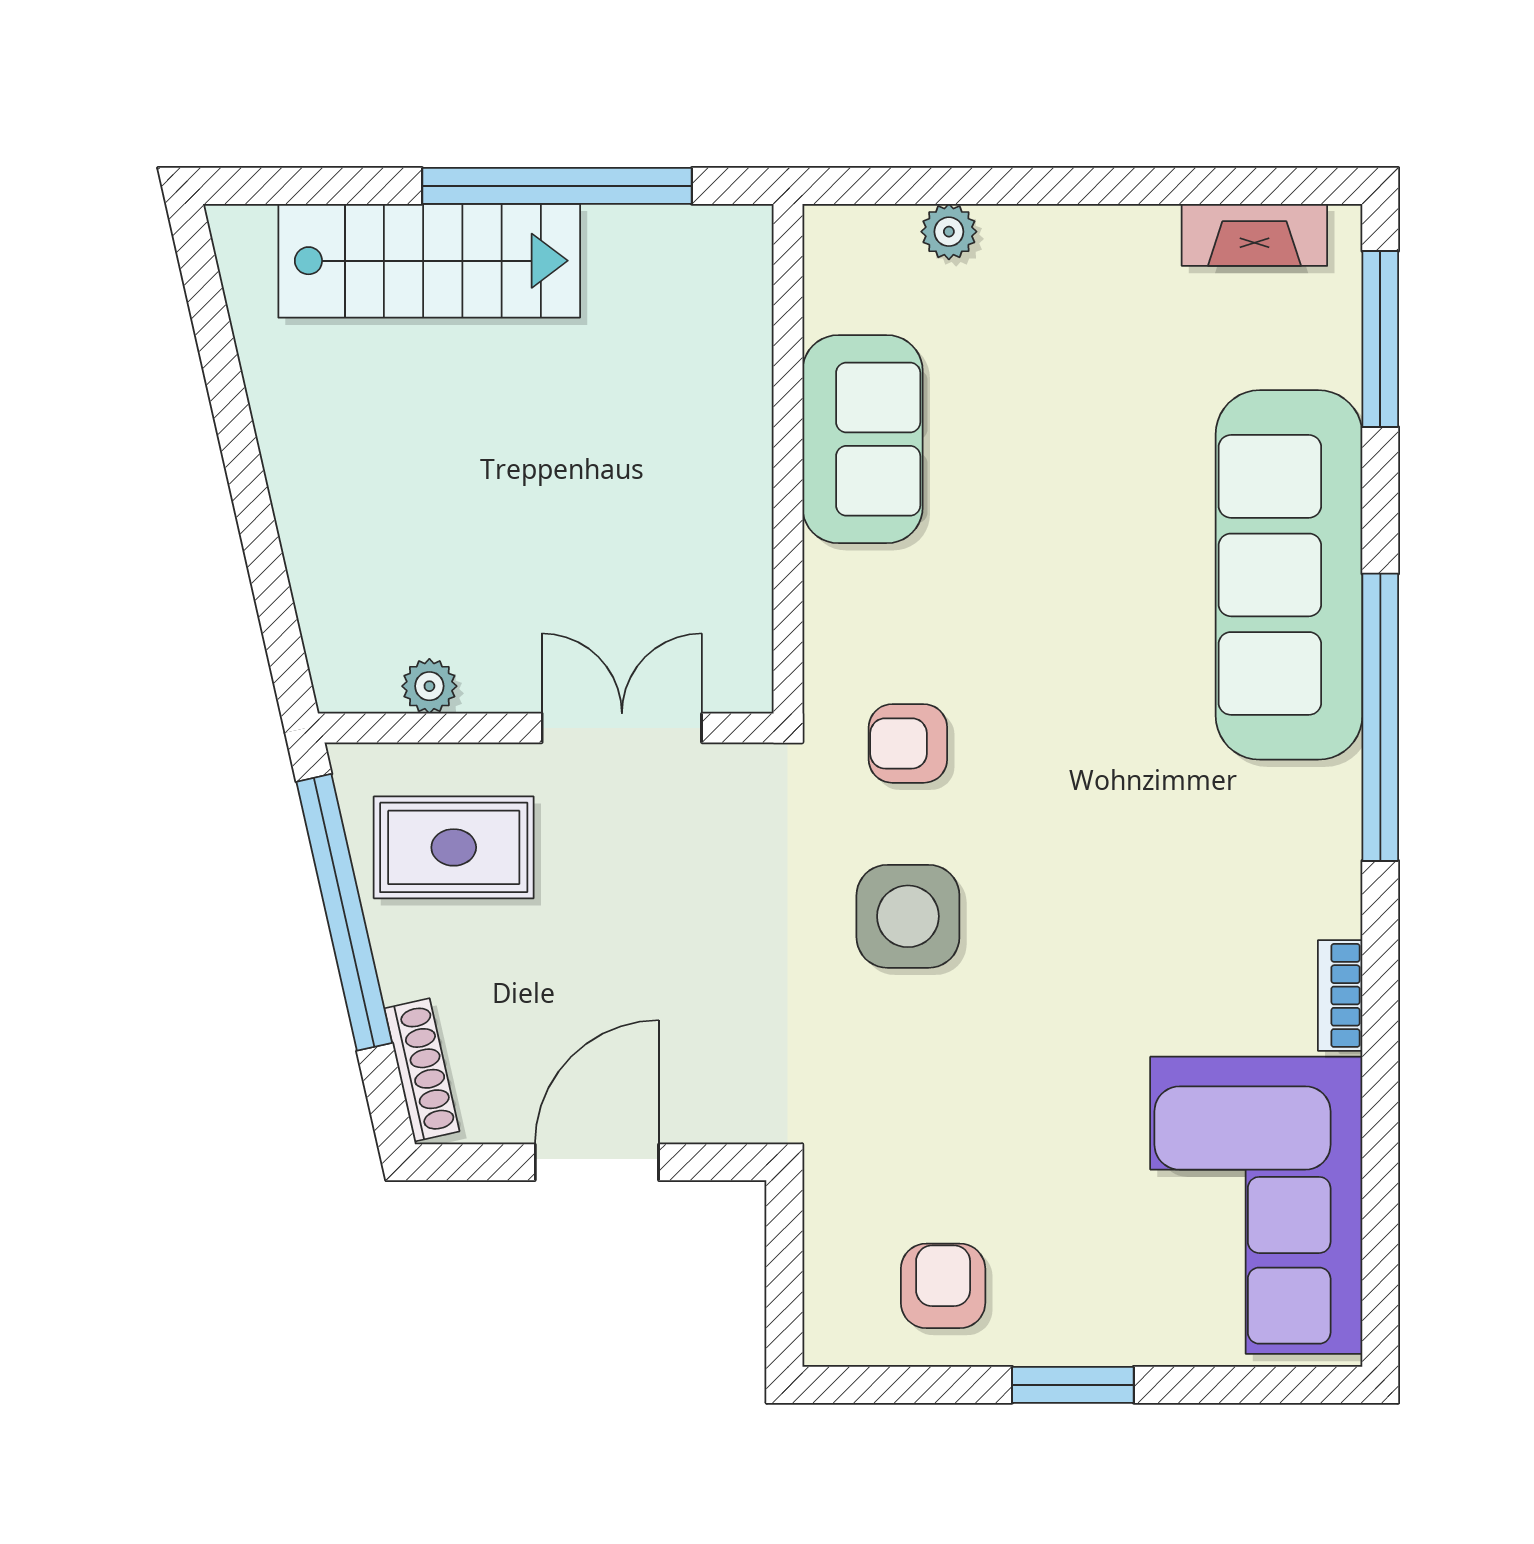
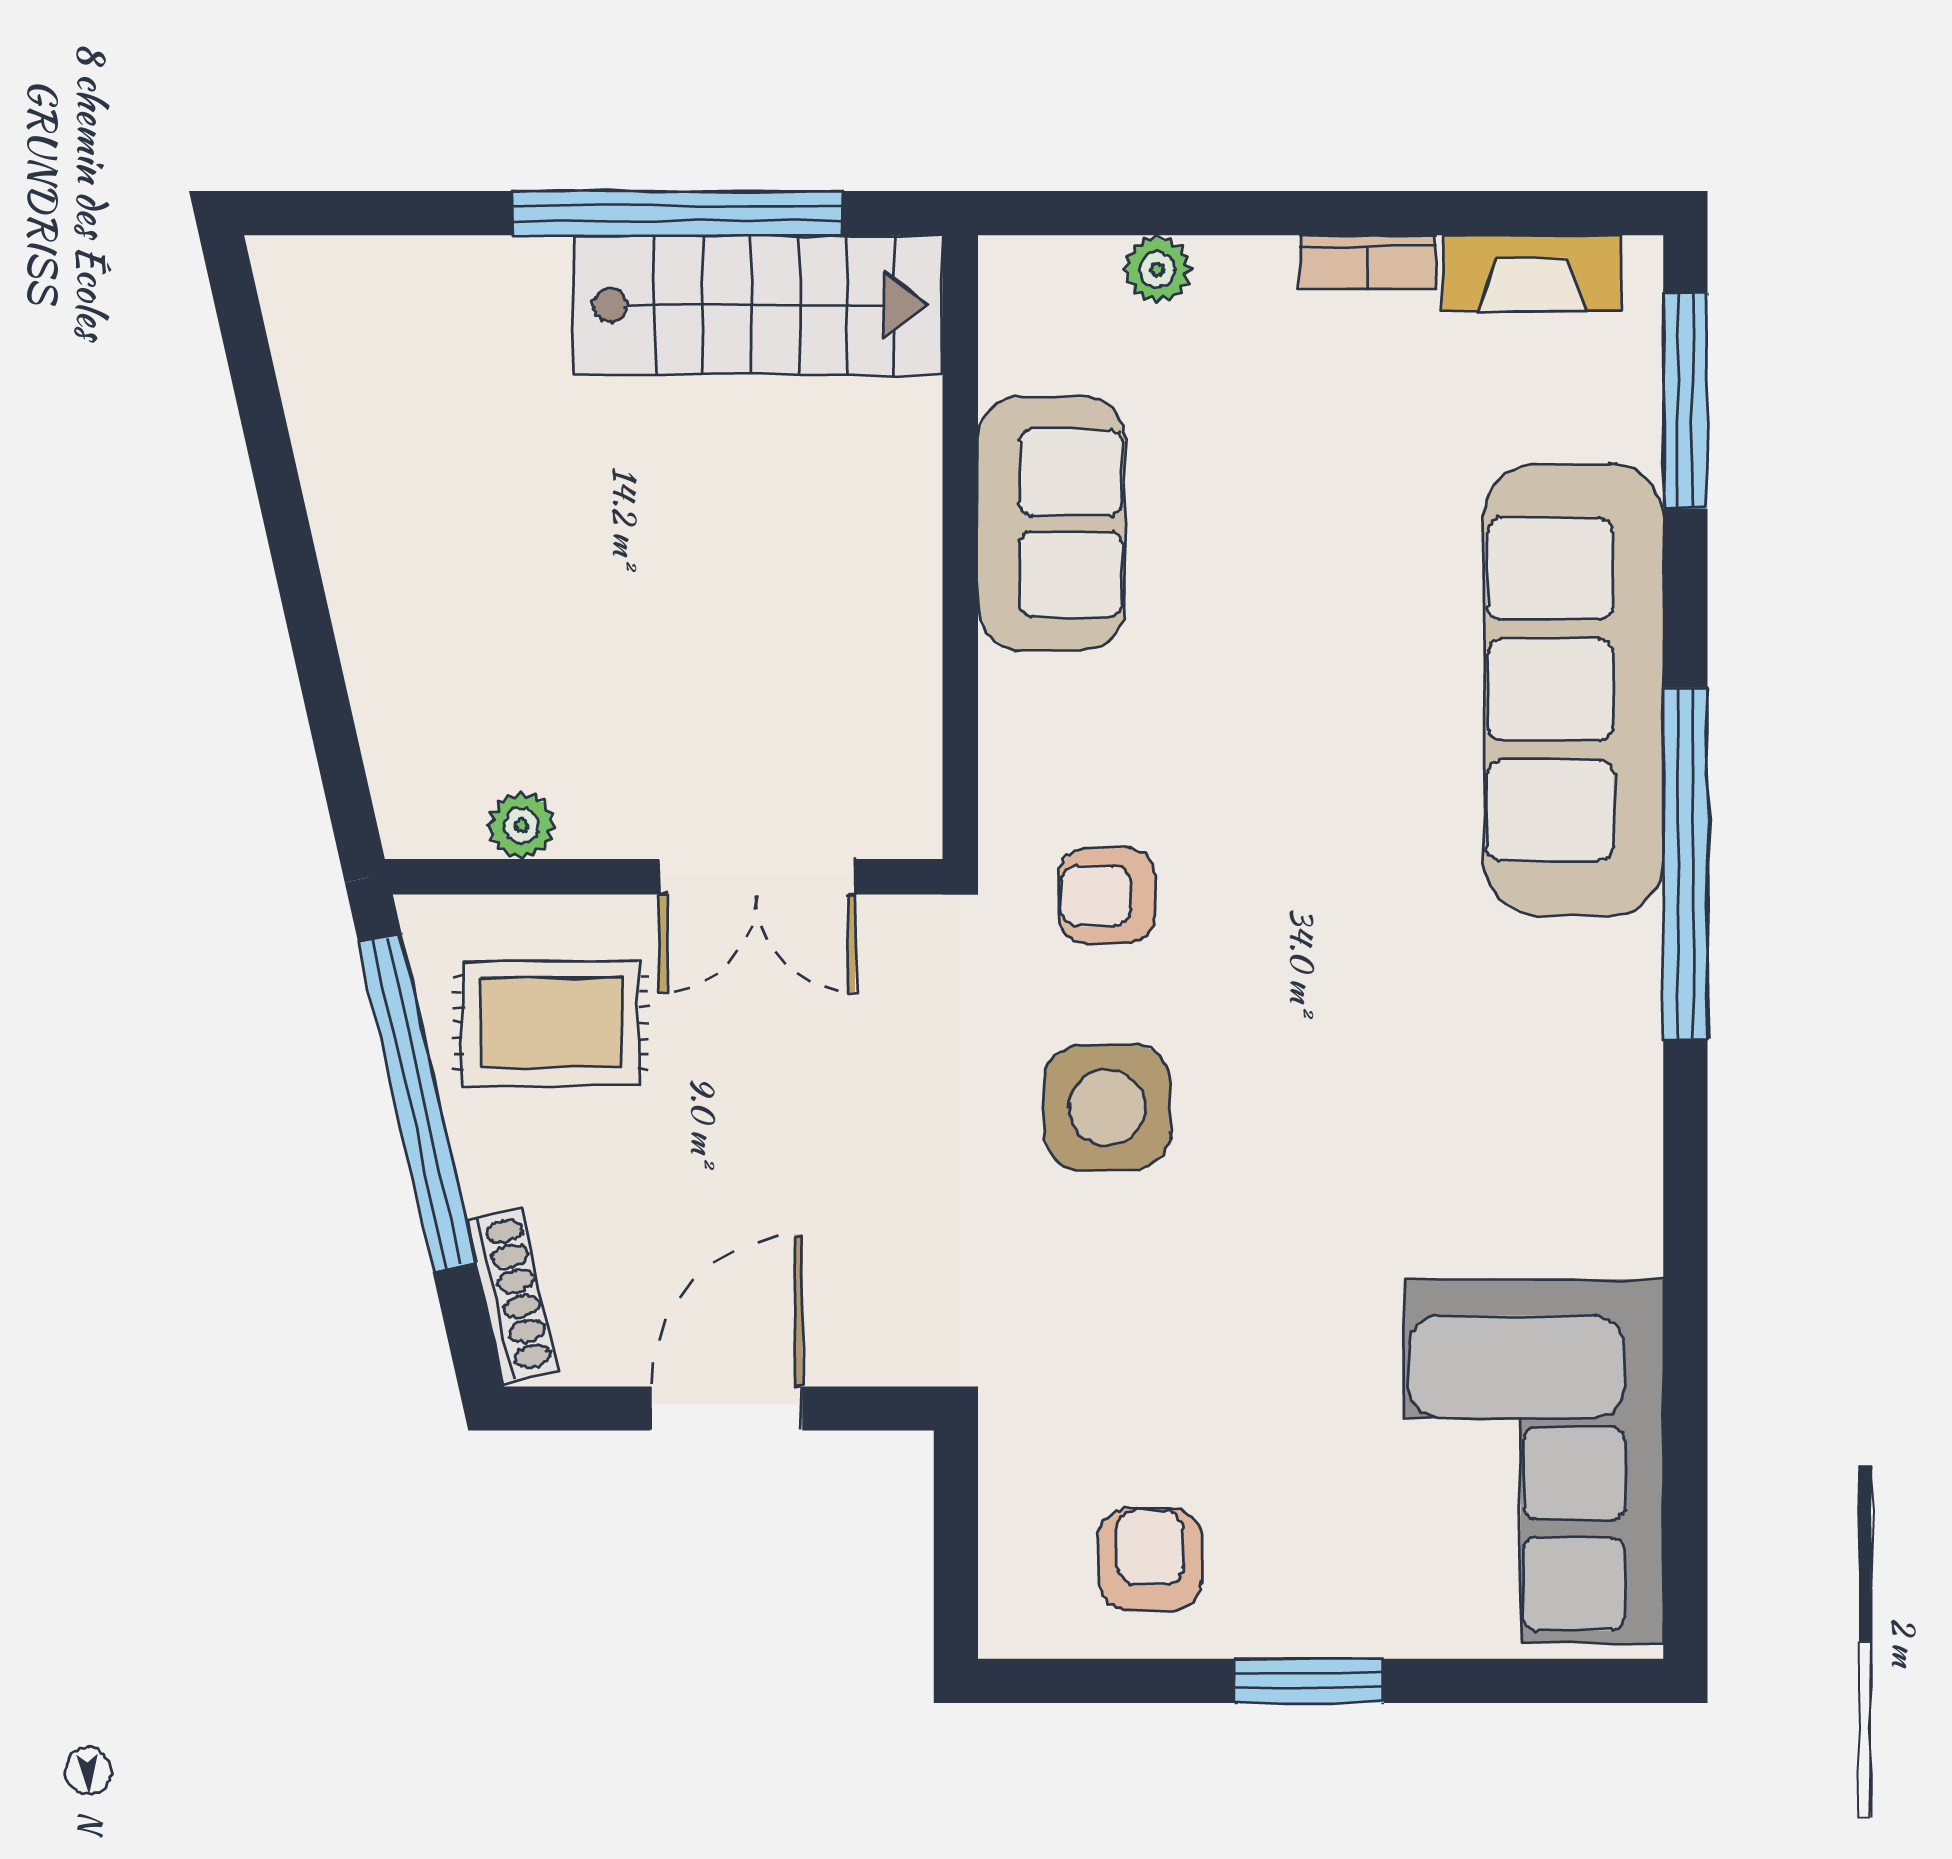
stairs: (429, 261) -> (758, 305), moved
double door: (622, 728) -> (757, 877), swing flipped
bookcase: (1340, 995) -> (1367, 262), moved, turned -90

